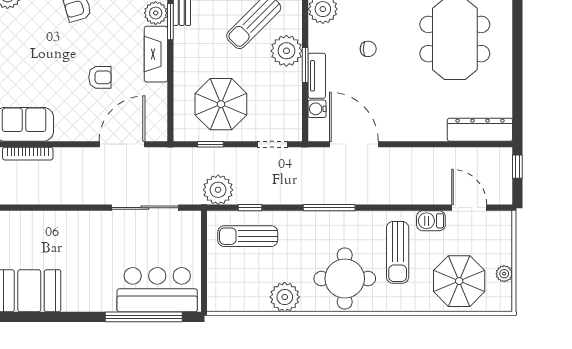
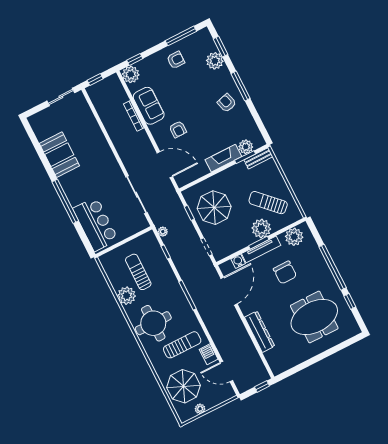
chair: (368, 49) -> (285, 272), width x1.87, depth x1.87
tv unit: (317, 76) -> (261, 249), width x1.41
armchair: (100, 77) -> (178, 129), moved
dresser: (480, 130) -> (260, 332), moved
plant: (218, 190) -> (163, 232), width x0.53, depth x0.53
door: (469, 208) -> (226, 372), swing flipped
sun lounger: (248, 236) -> (138, 272), moved
sun lounger: (398, 252) -> (182, 345), turned 180
window: (144, 317) -> (65, 201), moved

